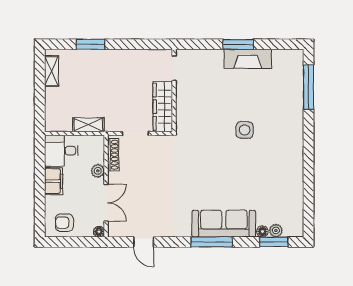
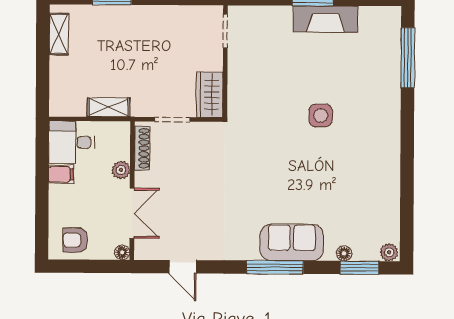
wardrobe: (163, 107) -> (210, 95), width x0.67
filing cabinet: (54, 181) -> (61, 174), width x0.50
sofa: (224, 224) -> (292, 242), width x0.73
plant: (276, 231) -> (389, 252), moved

